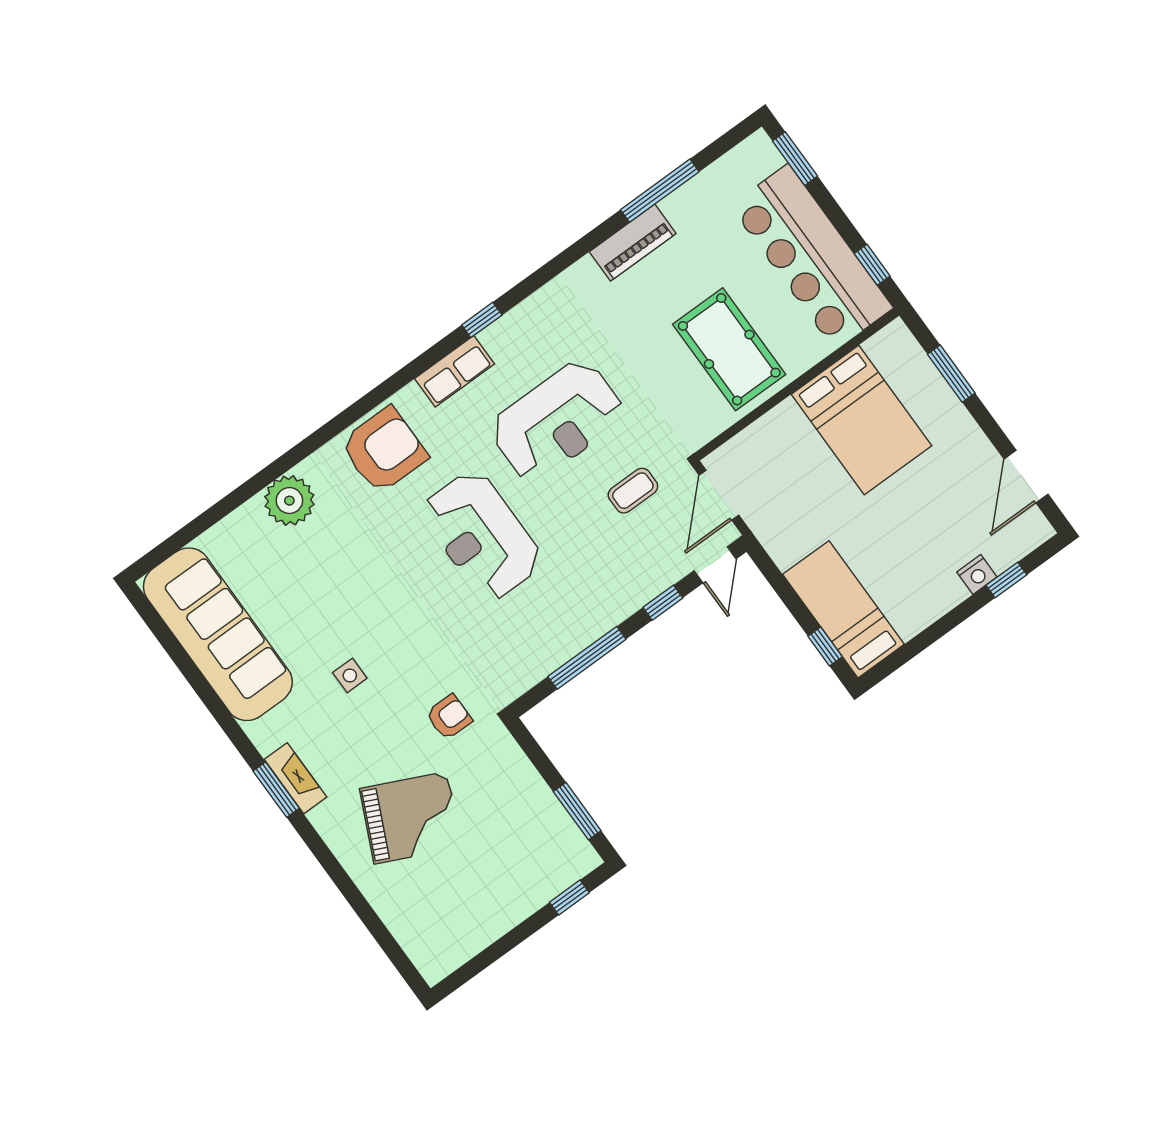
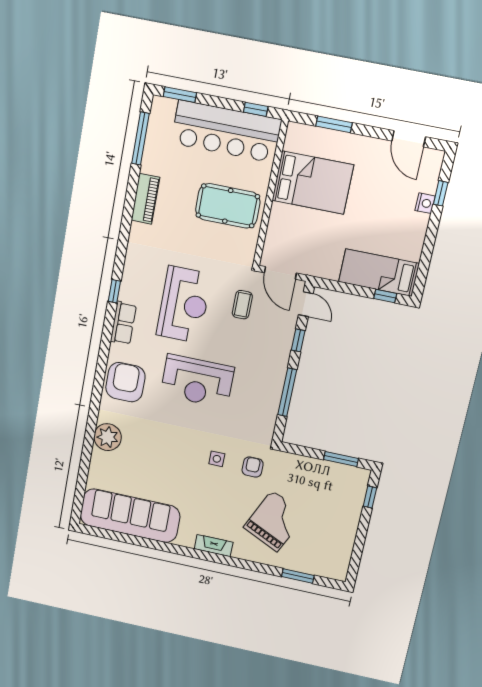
window: (660, 191) -> (141, 138), moved
side table: (350, 675) -> (217, 459), moved
window: (276, 790) -> (298, 576), moved

